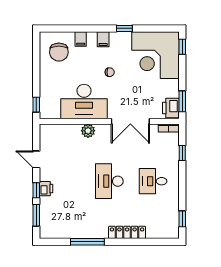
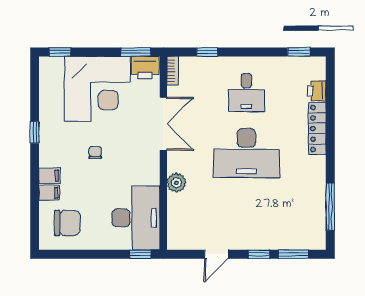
filing cabinet: (103, 39) -> (49, 176), moved
corner desk: (156, 55) -> (97, 89), moved
desk: (84, 102) -> (136, 218), moved
desk: (109, 181) -> (246, 153), width x1.36, depth x1.30
printer: (46, 189) -> (317, 91), moved, turned -90
window: (87, 242) -> (330, 207), moved

